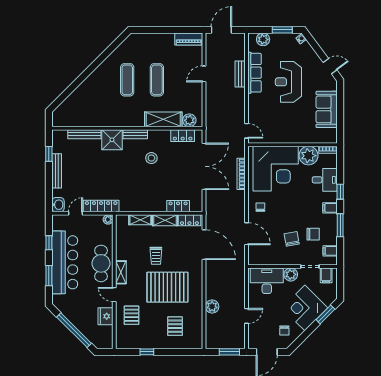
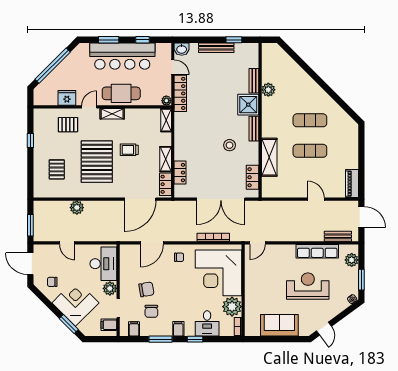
bench: (240, 74) -> (338, 236), moved
plant: (189, 120) -> (268, 90), moved
bench: (84, 134) -> (254, 81), width x0.73
shelving: (140, 220) -> (166, 120), moved
pallet: (175, 326) -> (57, 169), turned 90

